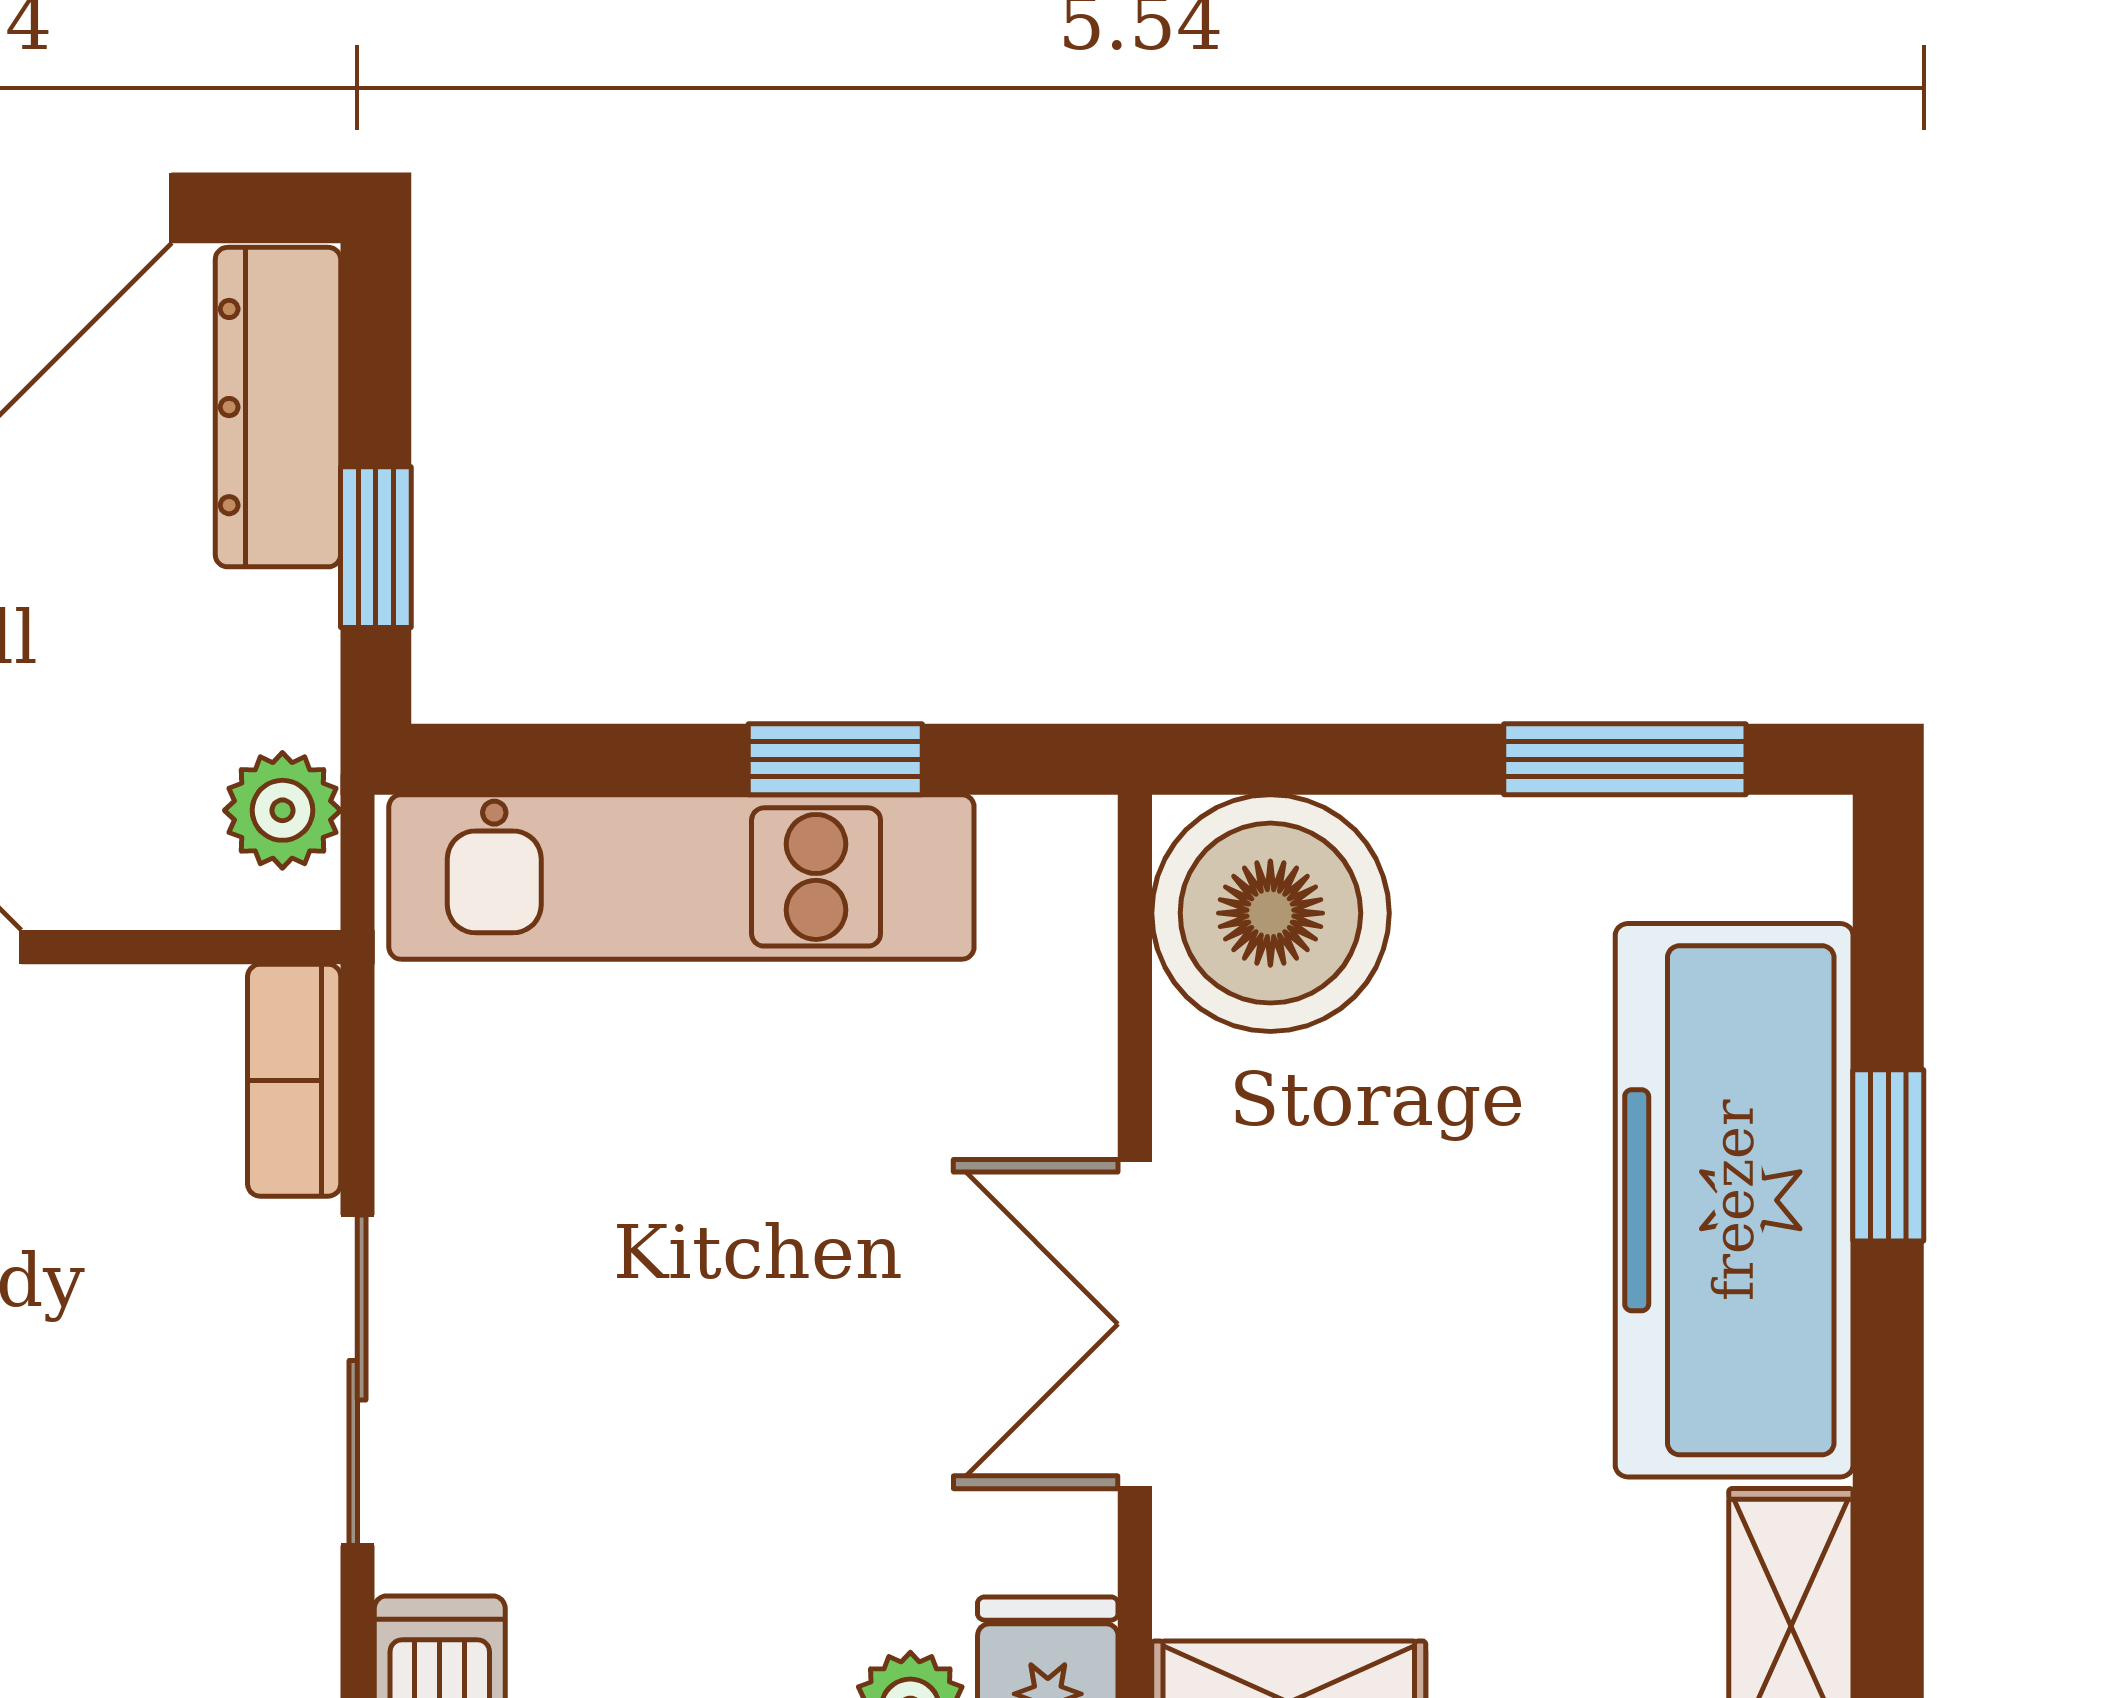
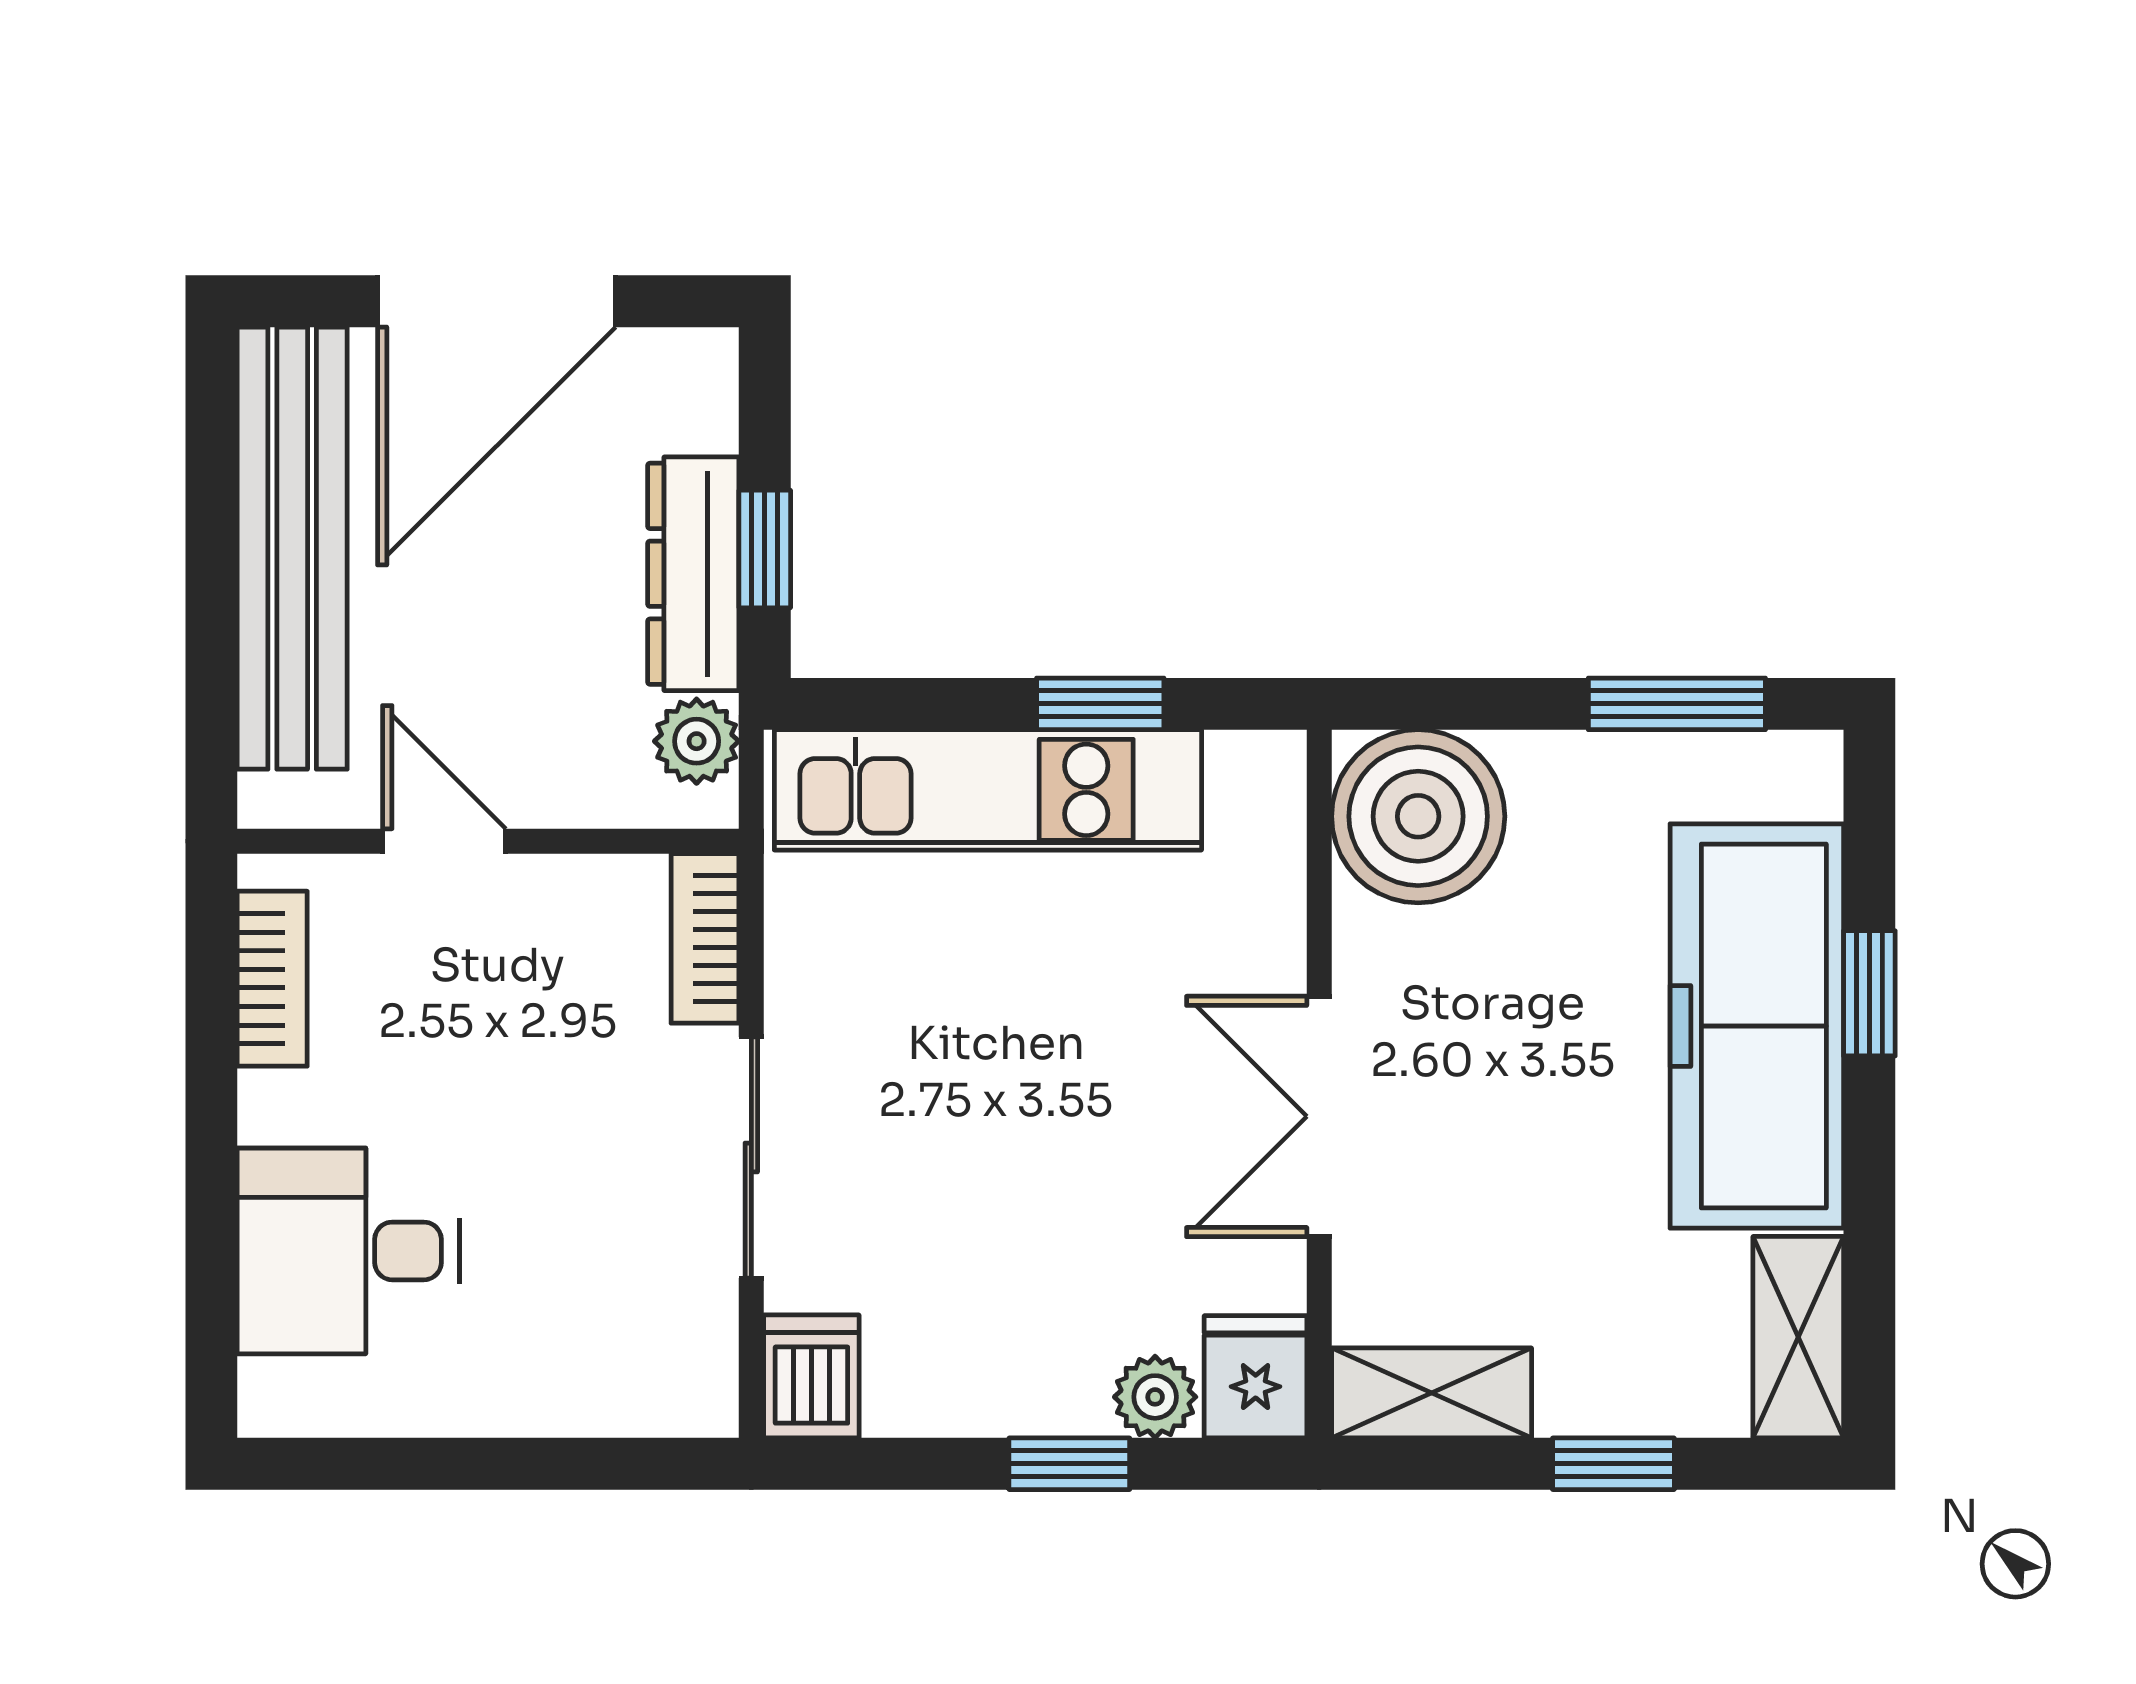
dresser: (278, 407) -> (693, 574), moved

